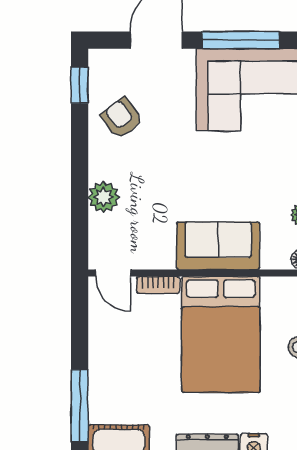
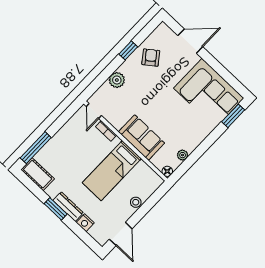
window: (241, 40) -> (221, 71), removed
window: (80, 85) -> (128, 50), moved
bed: (221, 334) -> (112, 171), width x0.67

